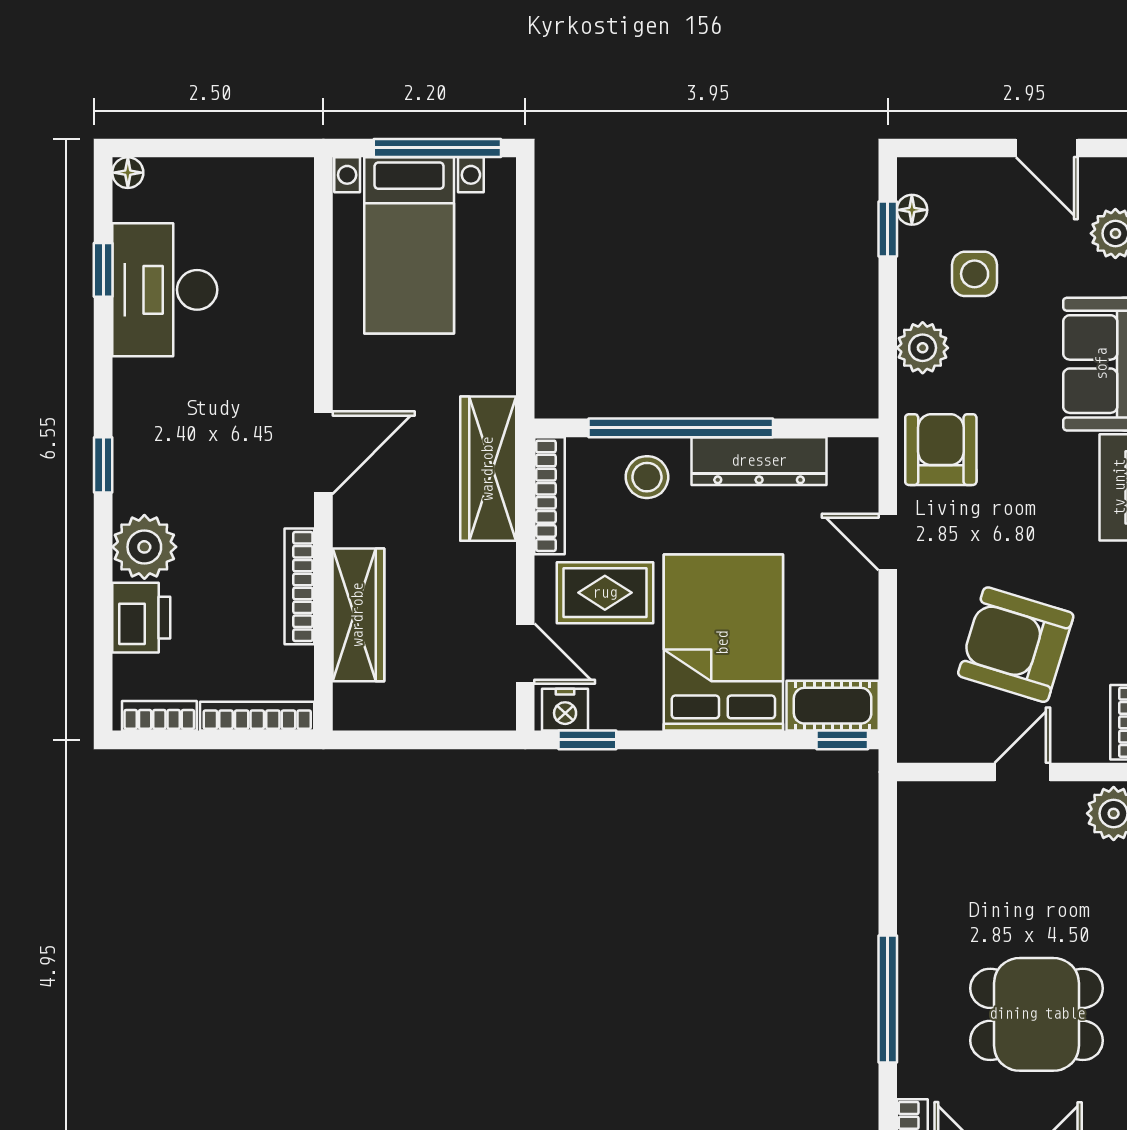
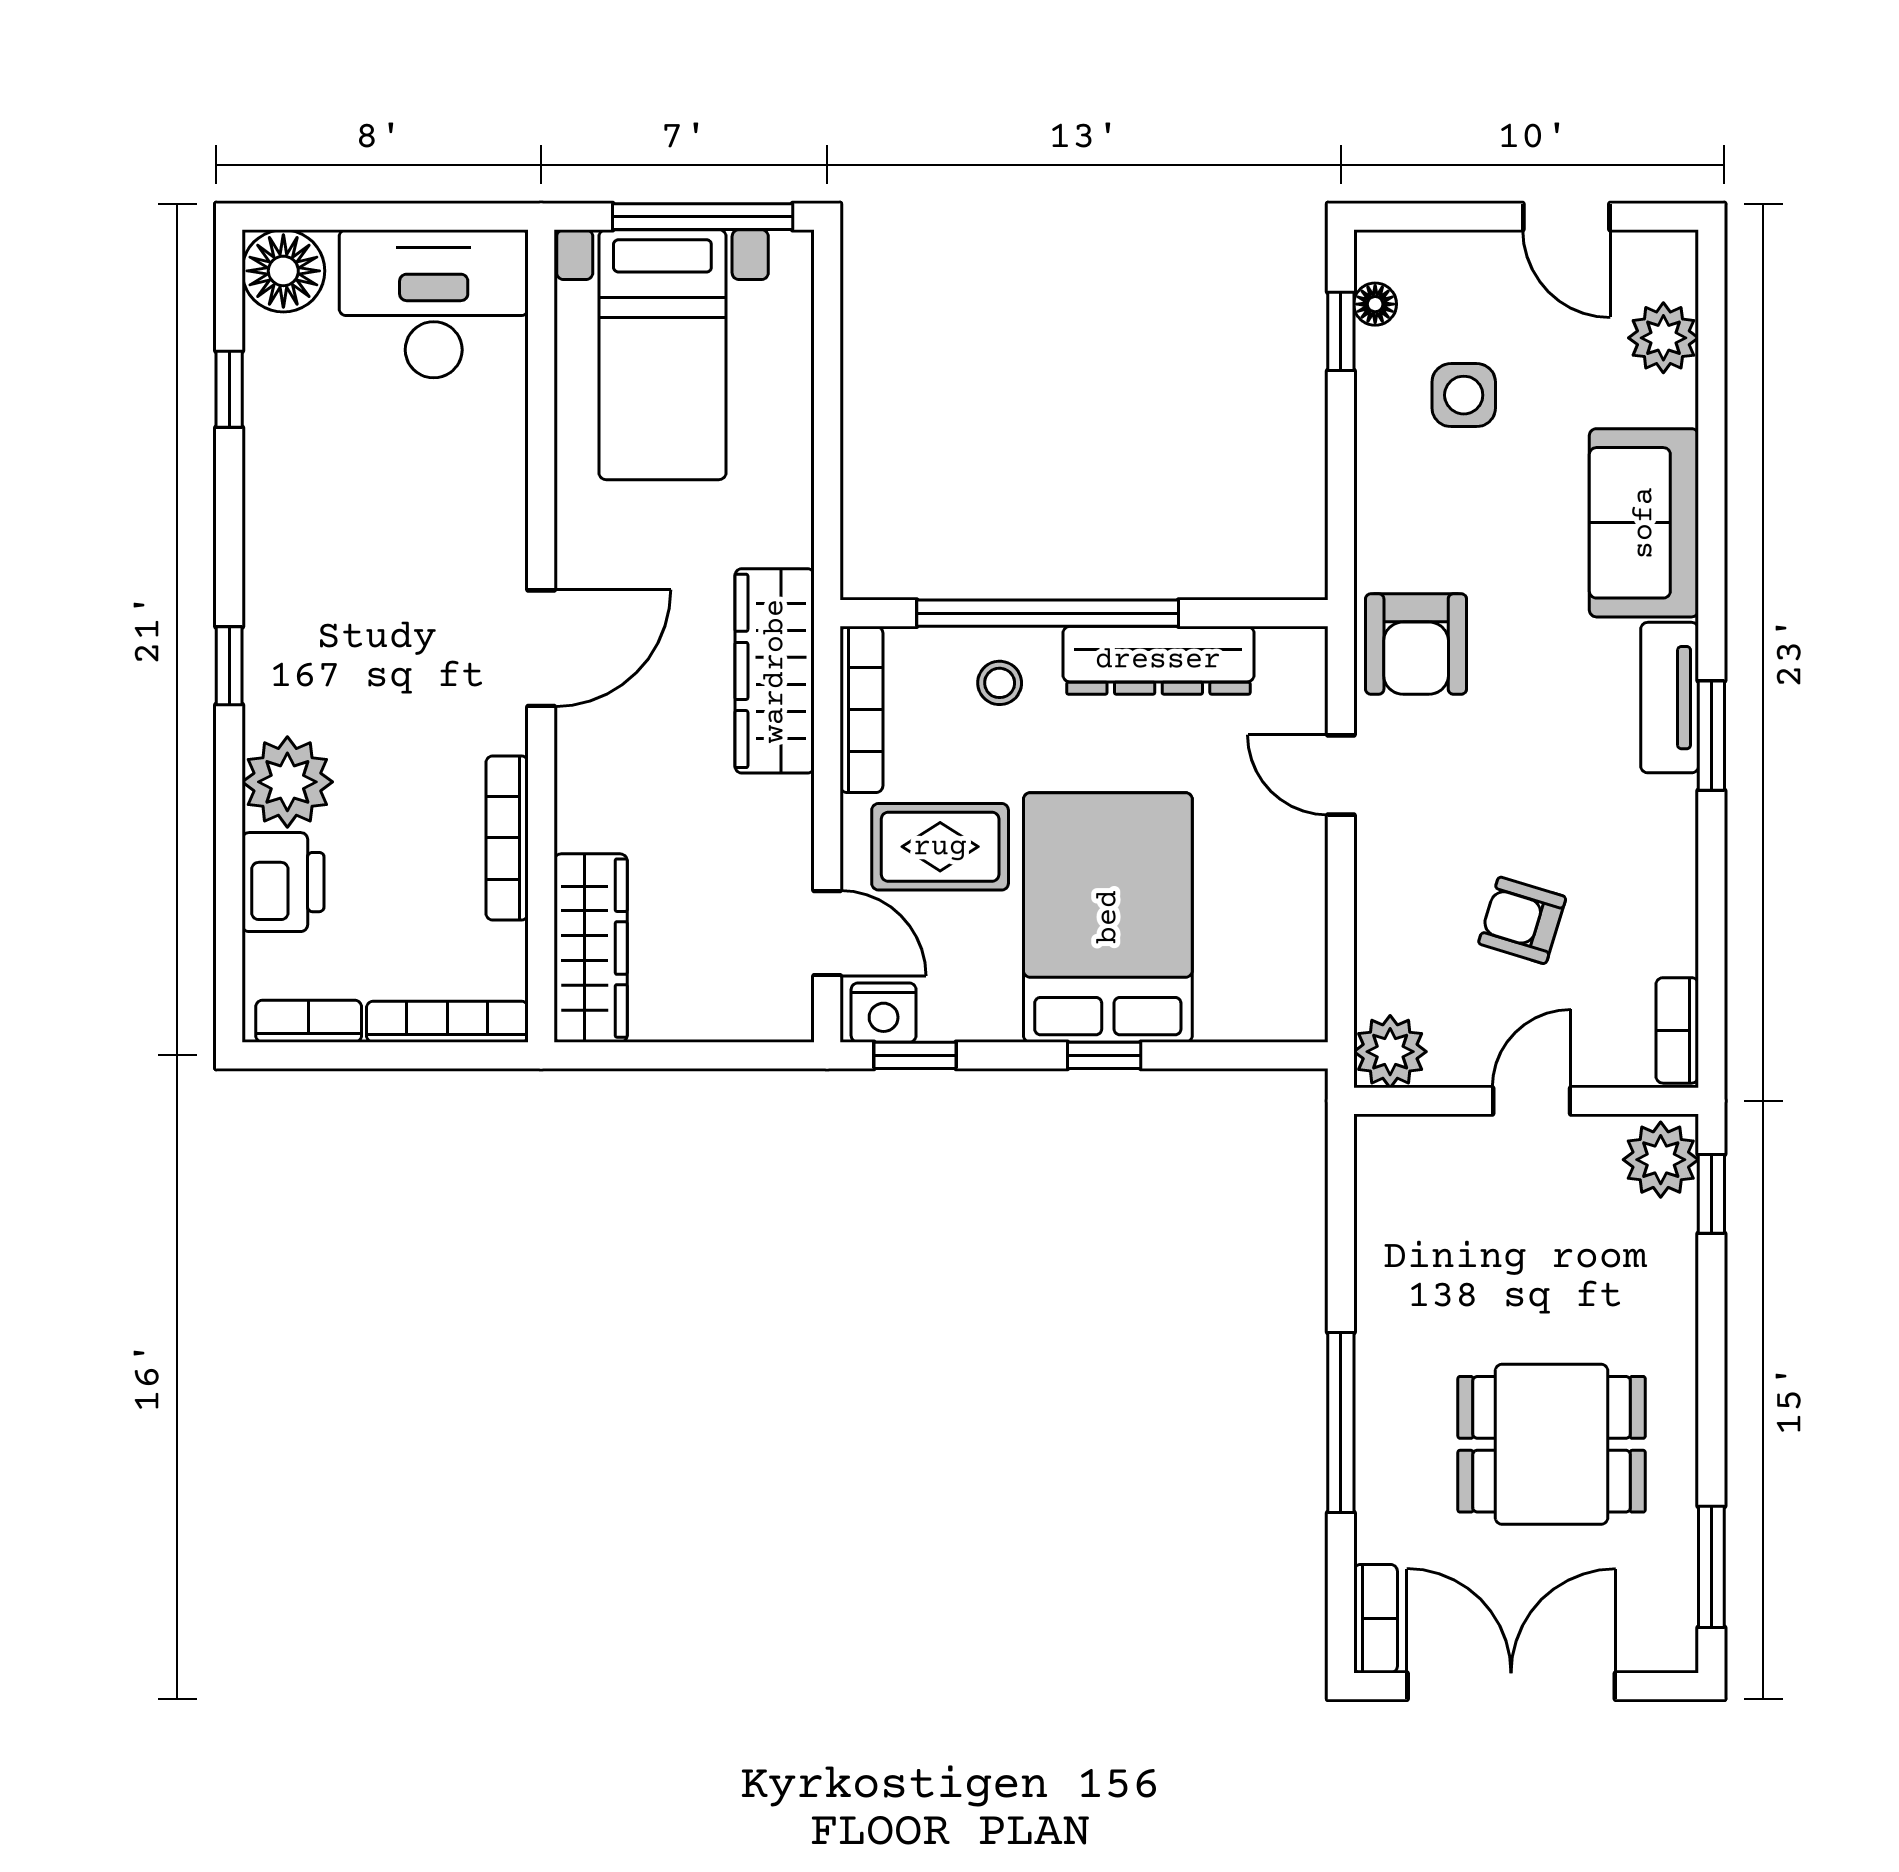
floor lamp: (128, 173) -> (283, 271), width x1.89, depth x1.89
desk: (165, 290) -> (434, 304), moved, turned 90
plant: (923, 348) -> (1390, 1052), moved
armchair: (941, 450) -> (1416, 644), turned 180
stool: (647, 477) -> (1000, 683), width x0.73, depth x0.73
wardrobe: (358, 615) -> (591, 948), moved
armchair: (1016, 645) -> (1522, 920), width x0.53, depth x0.53
cot: (833, 706) -> (1263, 1007), removed
window: (842, 740) -> (1104, 1055), moved

